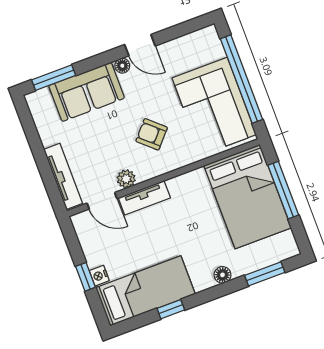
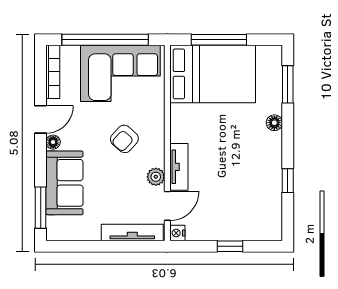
bookcase: (191, 40) -> (53, 72), added
nightstand: (99, 276) -> (177, 233), moved, turned 90
bed: (145, 291) -> (263, 197), removed

